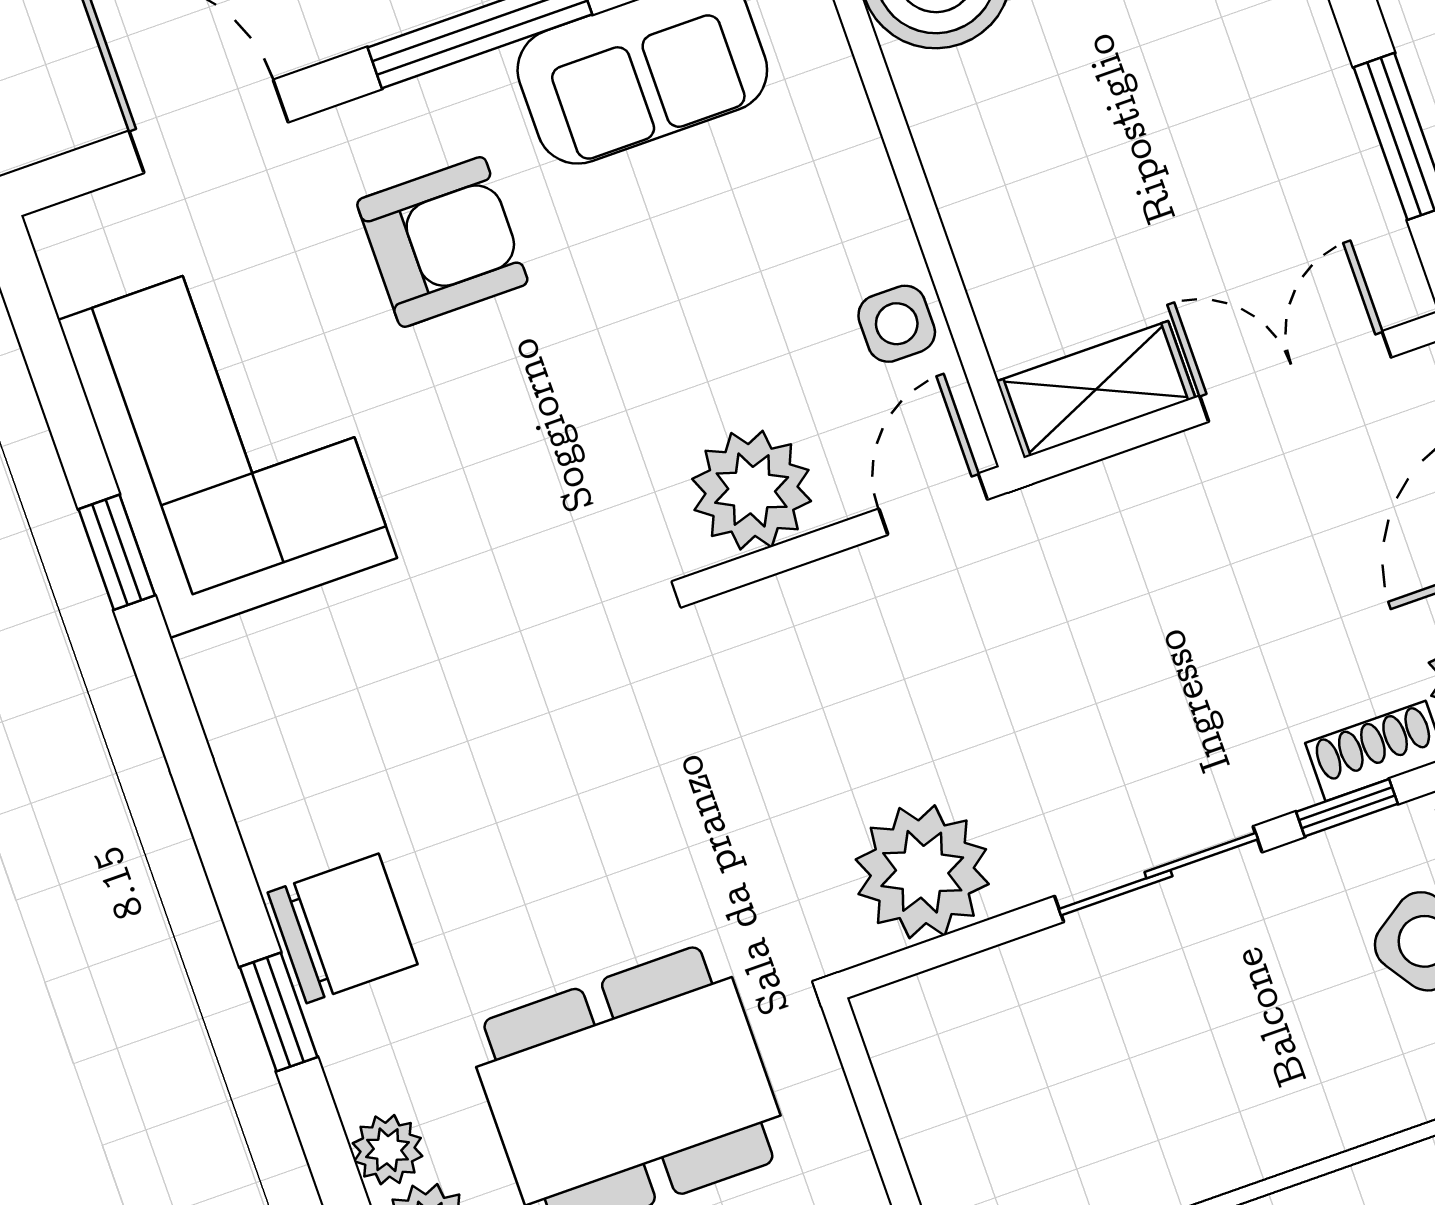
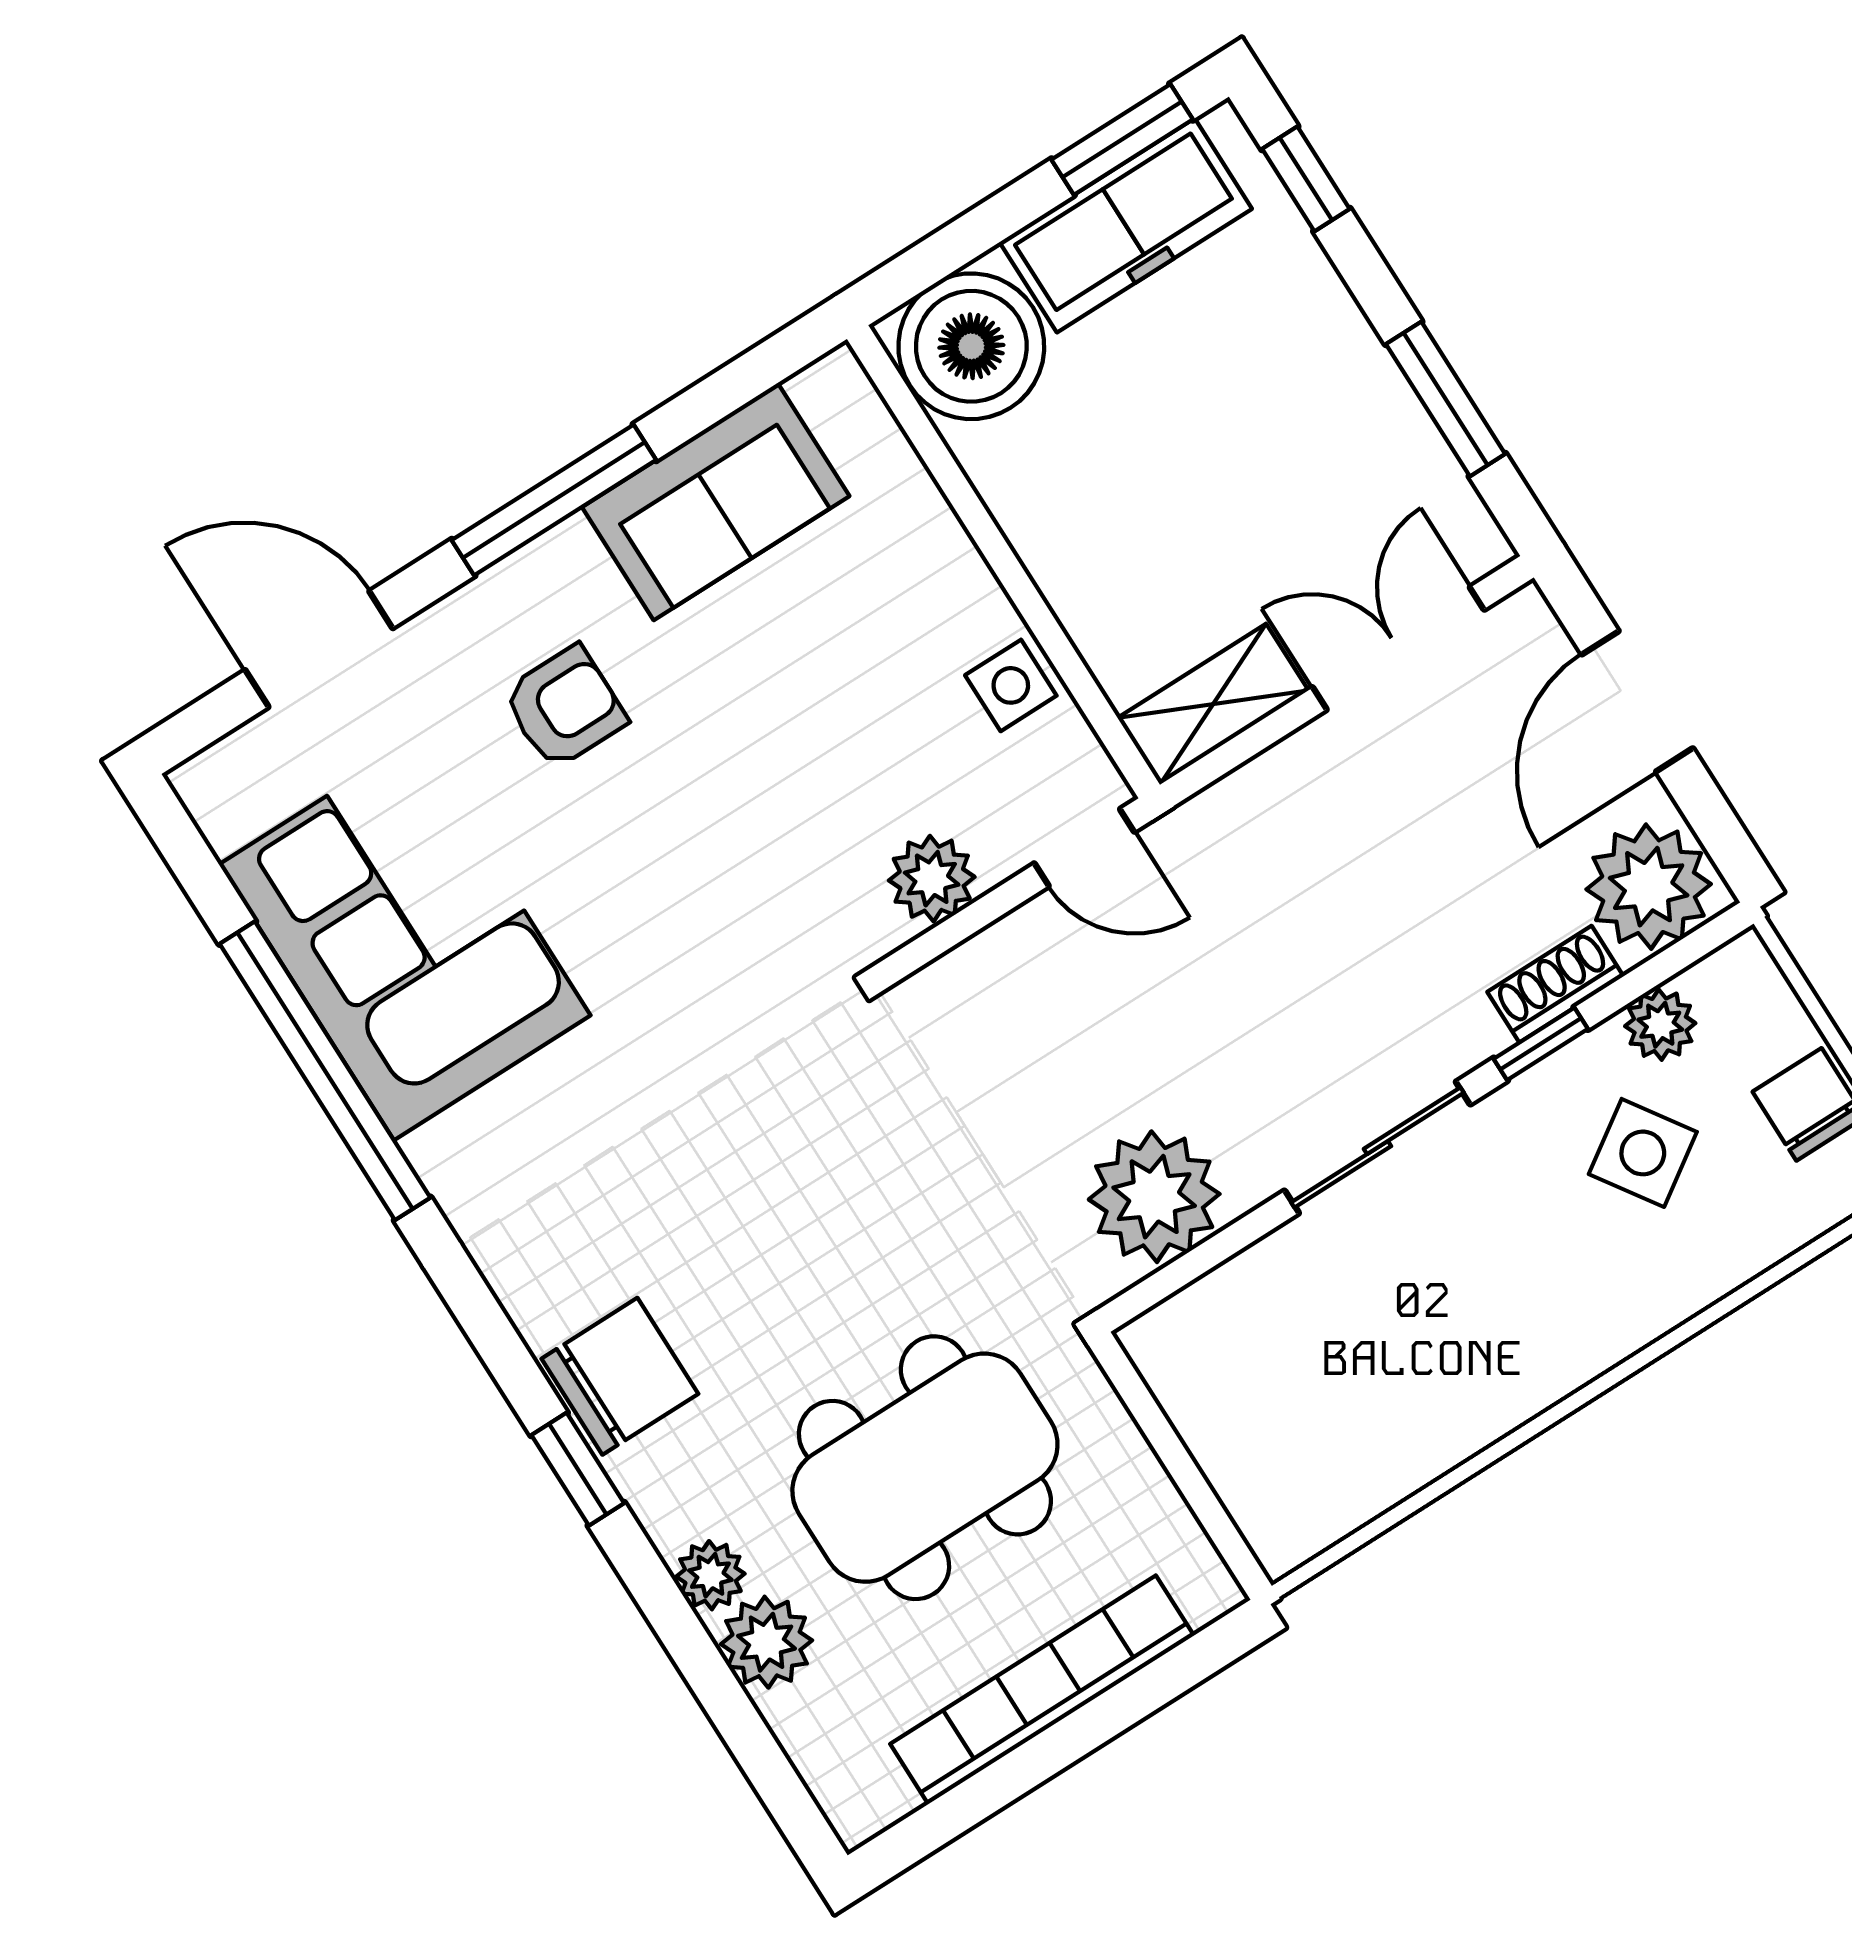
armchair: (442, 242) -> (565, 707), width x0.72, depth x0.72
plant: (752, 490) -> (932, 879), width x0.73, depth x0.73
door: (933, 504) -> (1084, 848), swing flipped
window: (117, 552) -> (325, 1071), width x3.17

